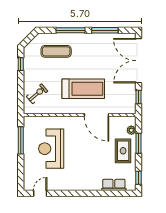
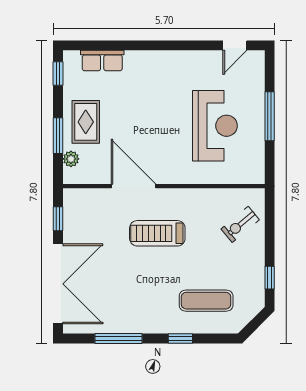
window: (70, 30) -> (180, 338), width x0.46
treadmill: (83, 89) -> (157, 233), width x0.73, depth x0.73
window: (21, 140) -> (270, 116), moved

